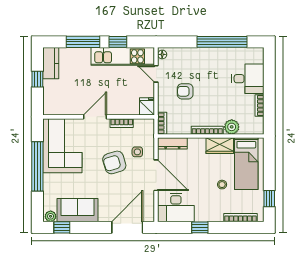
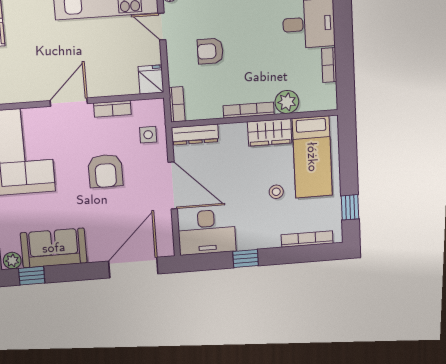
side table: (137, 152) -> (148, 135), moved
armchair: (114, 162) -> (105, 171), turned -73

